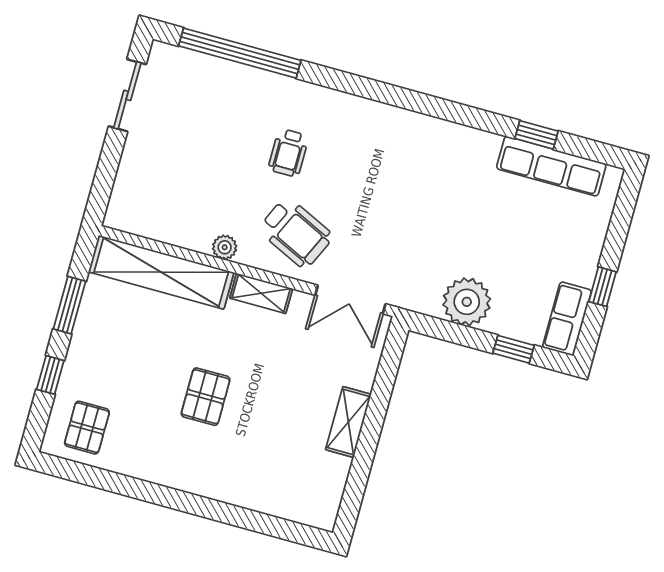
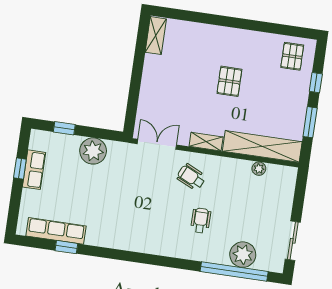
plant: (220, 82) -> (243, 255), added
wheelchair: (296, 233) -> (191, 177), width x0.73, depth x0.73
plant: (225, 247) -> (259, 169), moved
row of seats: (567, 319) -> (34, 170), moved
shelving: (348, 422) -> (156, 36), moved

